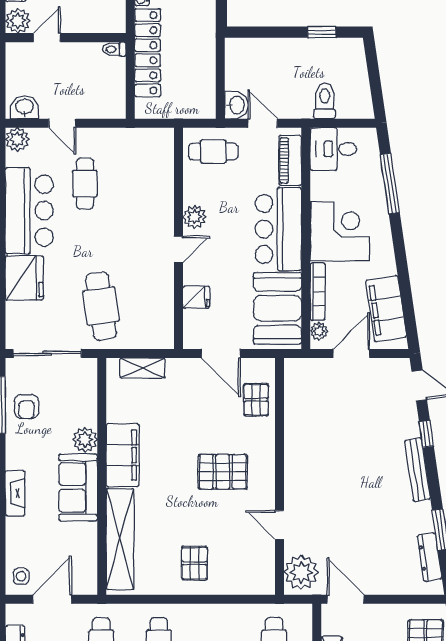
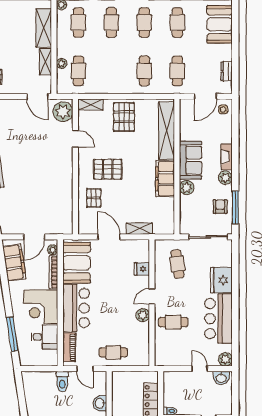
toilet: (325, 101) -> (62, 381), moved
washbasin: (236, 105) -> (100, 403), moved
desk: (333, 149) -> (44, 337), moved
cafe table: (85, 184) -> (173, 322), moved, turned 90
plant: (194, 217) -> (143, 315), moved
wall: (179, 238) -> (152, 303), moved
door: (179, 250) -> (152, 296), moved
fridge: (196, 297) -> (142, 269), moved
cafe table: (101, 306) -> (177, 264), width x0.73, depth x0.74
shelving: (142, 368) -> (139, 229), moved
pallet: (256, 400) -> (94, 198), moved
plant: (17, 457) -> (225, 178), added
pallet: (194, 563) -> (124, 117), width x1.50, depth x1.42
shelving: (253, 585) -> (90, 104), added

